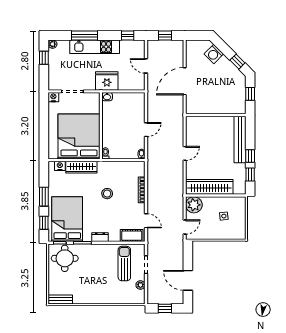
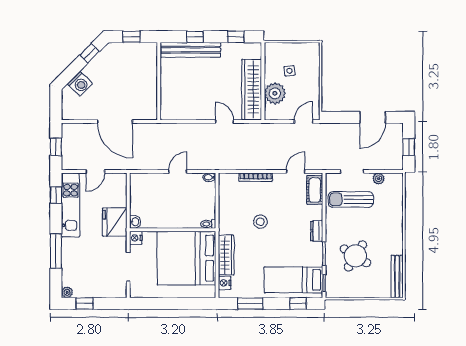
kitchen unit: (95, 47) -> (70, 205), moved
nightstand: (53, 97) -> (136, 238), moved
door: (146, 130) -> (178, 172), hinge flipped
door: (185, 153) -> (225, 122), moved
window: (250, 156) -> (195, 37), moved
window: (44, 197) -> (250, 303), moved
plant: (194, 205) -> (275, 93), moved
bed: (67, 219) -> (293, 280), width x0.67
door: (185, 227) -> (304, 122), hinge flipped
round table: (65, 258) -> (355, 256), moved, turned 32
bench: (60, 299) -> (397, 277), width x1.36

